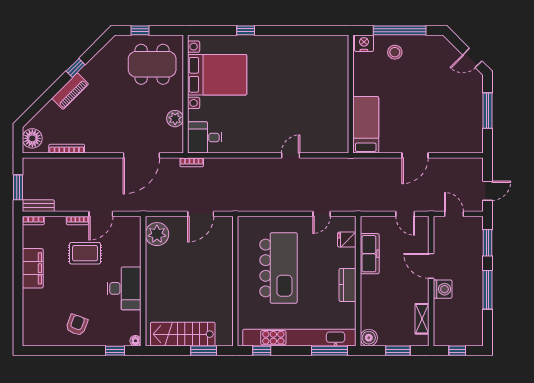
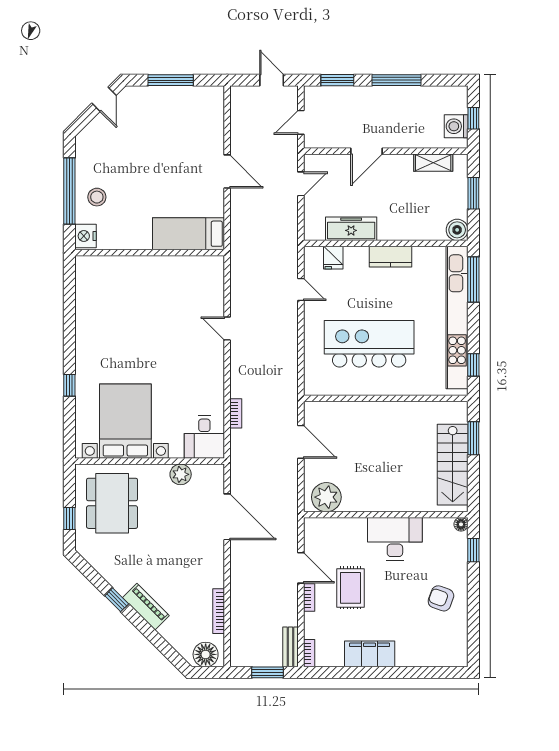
bookcase: (192, 162) -> (236, 413), moved
washing machine: (443, 289) -> (456, 126), moved, turned -90

